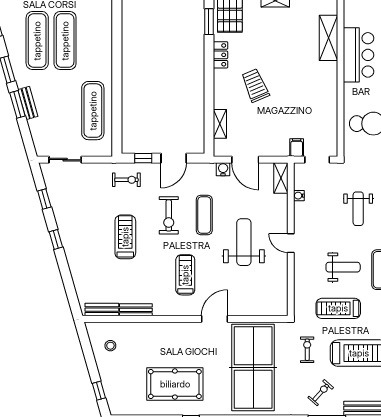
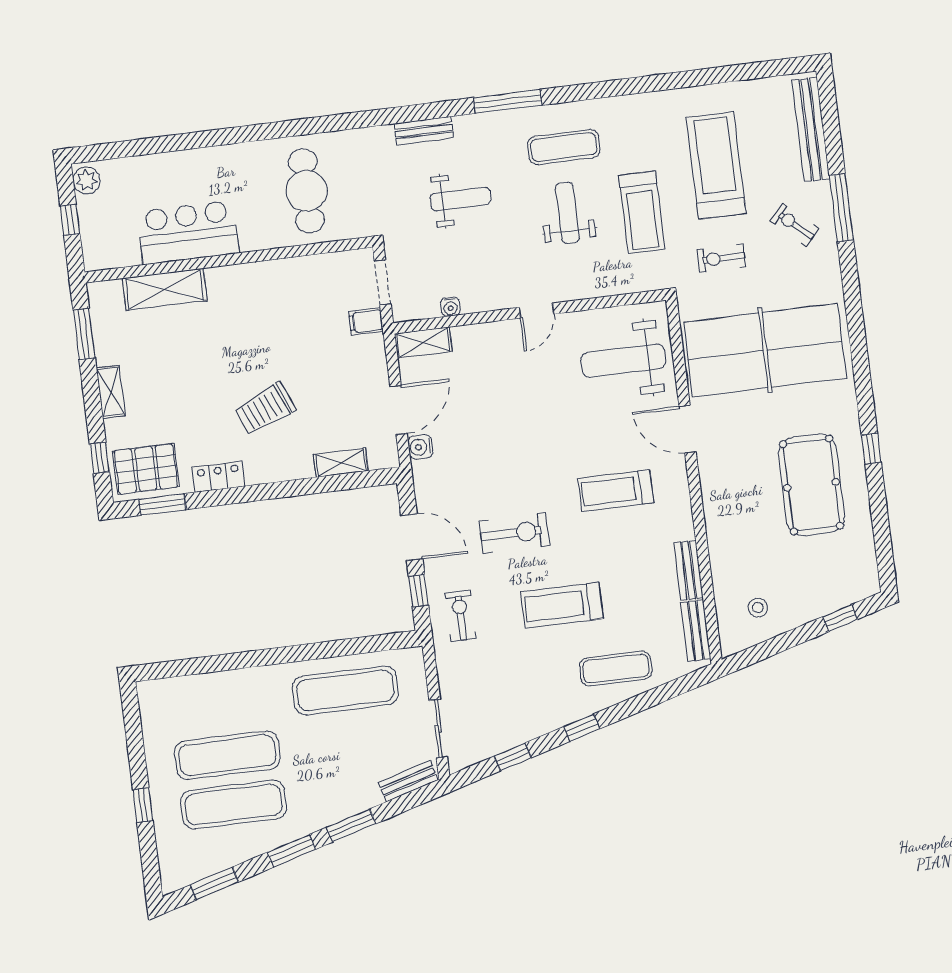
bench: (28, 103) -> (408, 781), moved
exercise mat: (204, 215) -> (616, 669), moved
weight bench: (244, 242) -> (623, 361), moved

